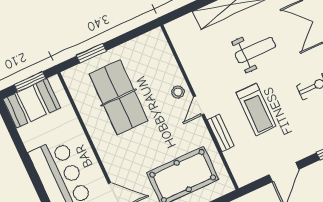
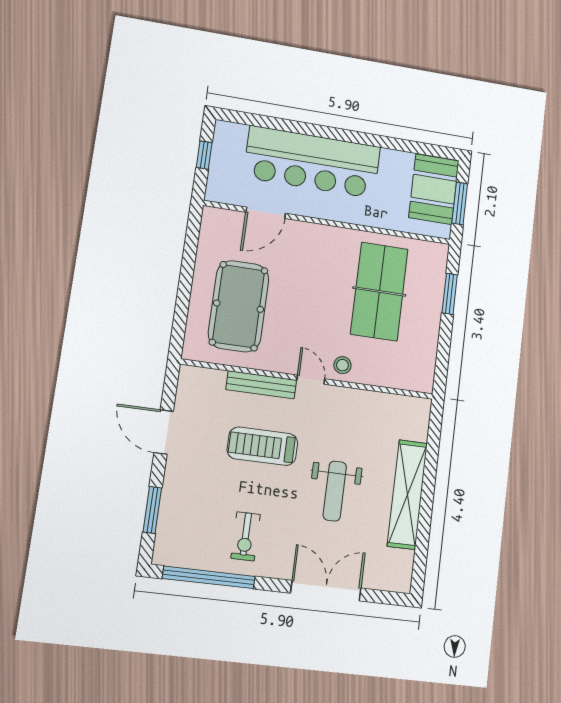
table tennis table: (119, 97) -> (379, 291), turned 90
bench: (221, 133) -> (261, 385), width x1.36

